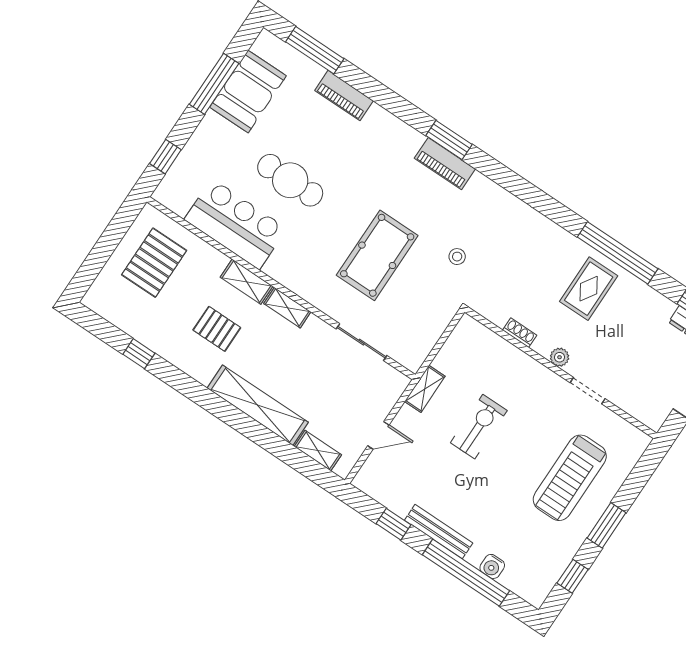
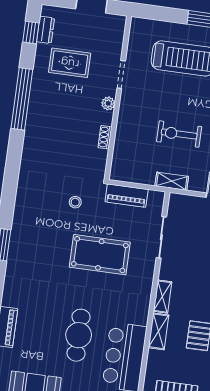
piano: (445, 164) -> (127, 196), moved, turned 90
rug: (589, 289) -> (70, 63), moved

